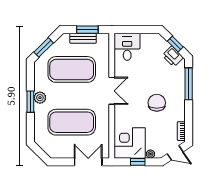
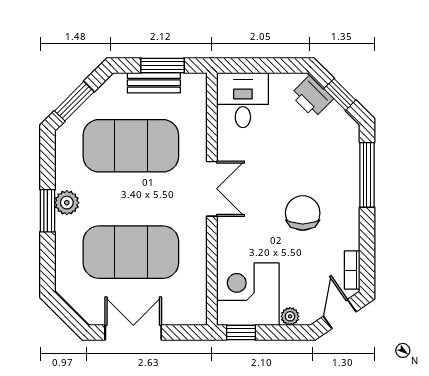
printer: (173, 57) -> (312, 97), moved
door: (175, 153) -> (340, 314), swing flipped
double door: (88, 162) -> (133, 332), moved
window: (138, 162) -> (241, 332), moved

